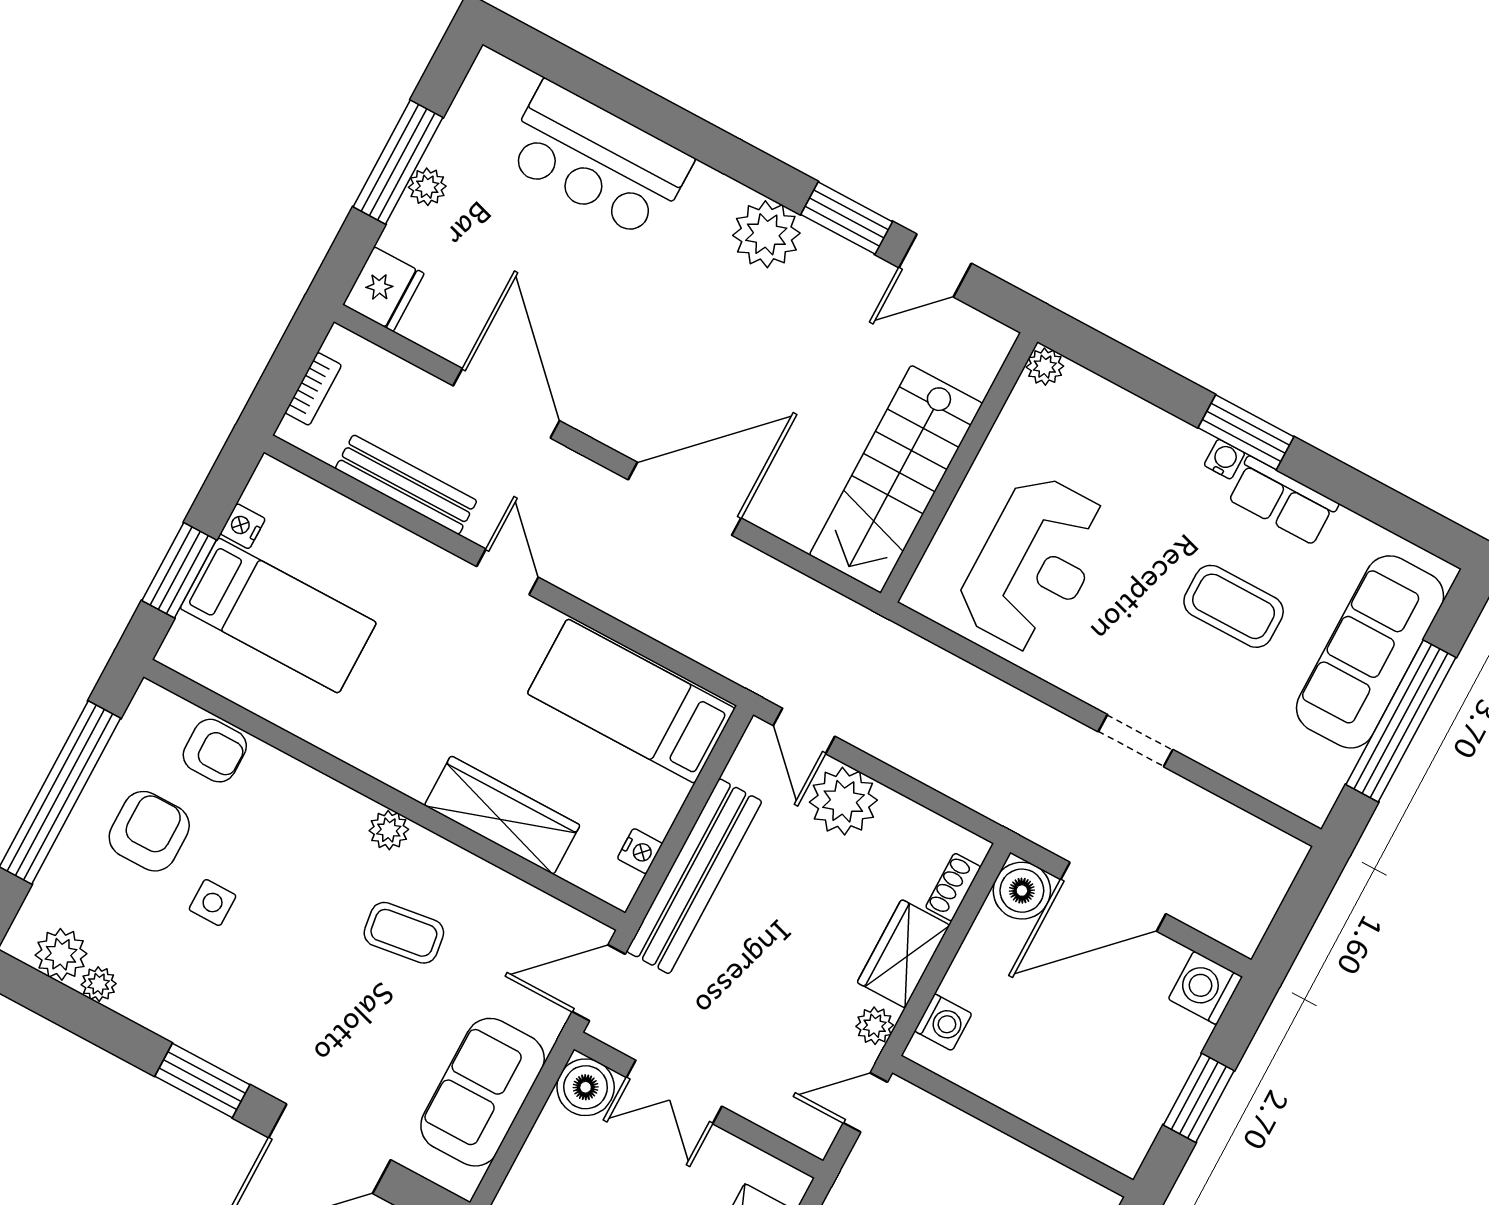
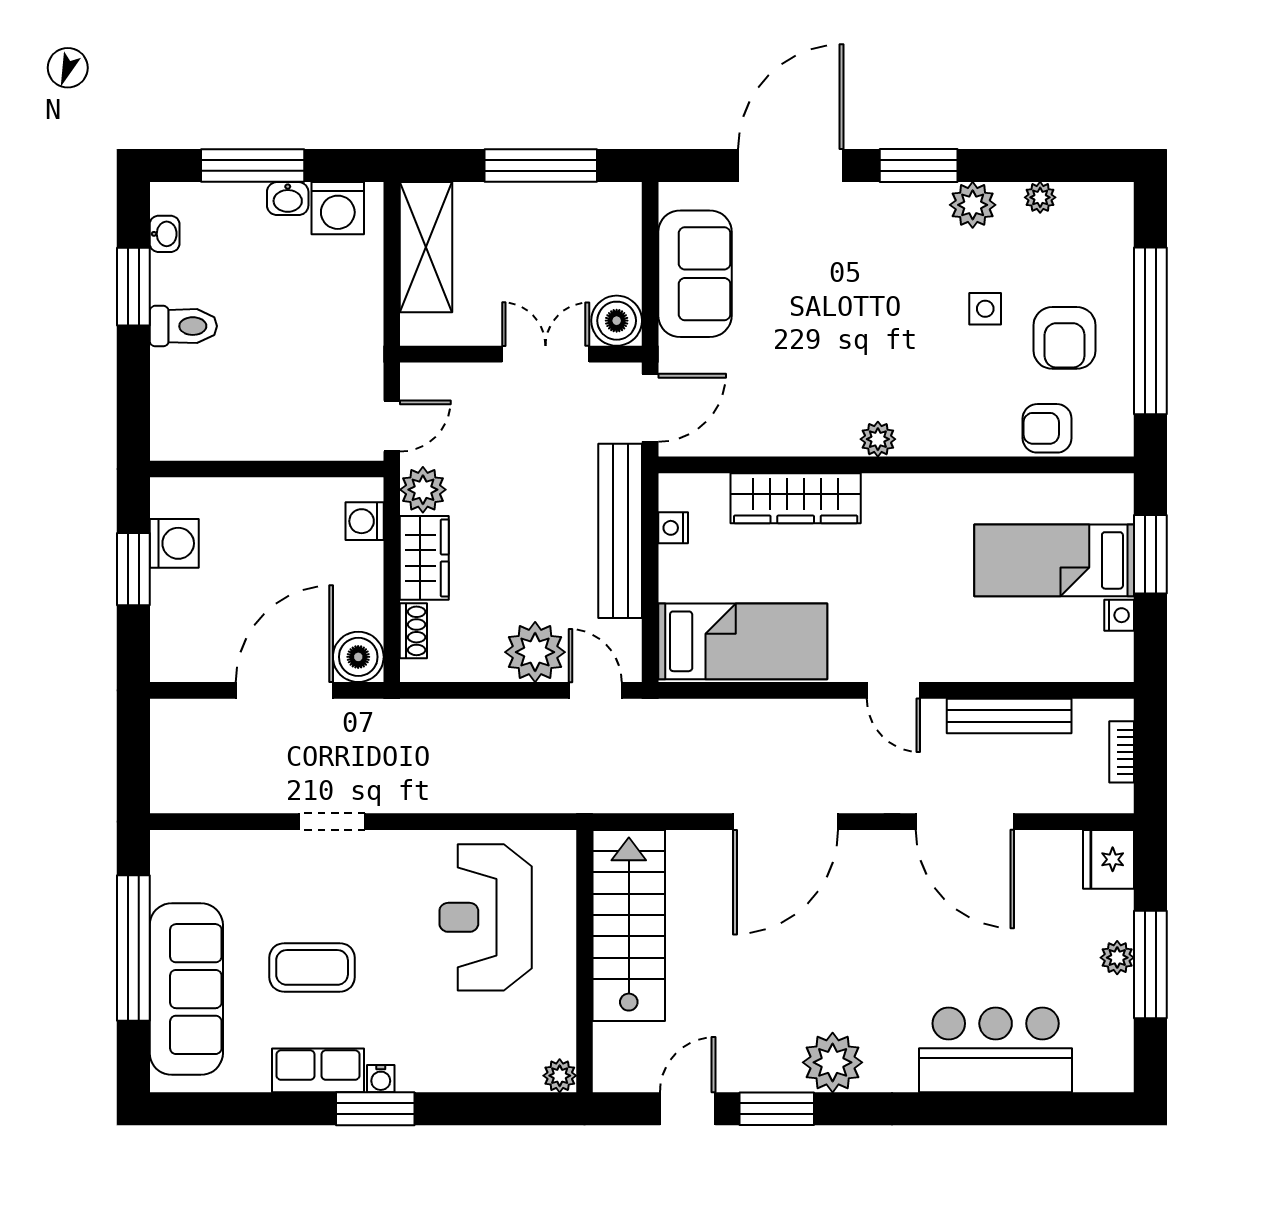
coffee table: (404, 933) -> (823, 365), removed
plant: (61, 954) -> (973, 205), moved
washing machine: (1205, 988) -> (174, 543), moved
plant: (875, 1026) -> (423, 490), width x1.38, depth x1.38

